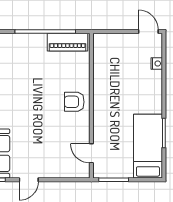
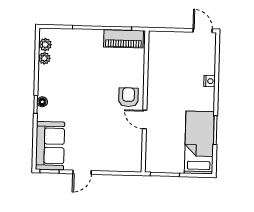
nightstand: (157, 64) -> (210, 81), moved
armchair: (74, 102) -> (128, 97), turned 90
door: (91, 153) -> (145, 119), moved

